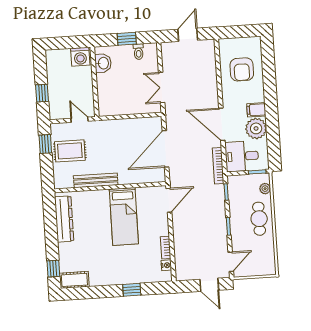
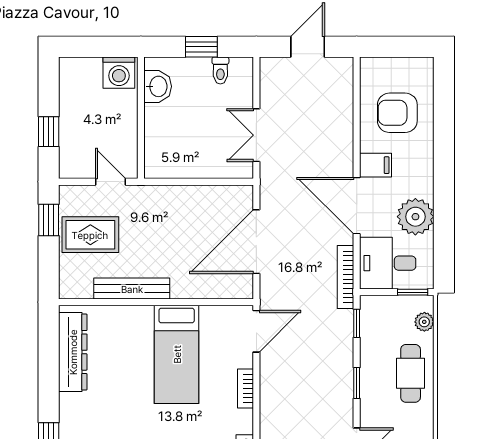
armchair: (242, 69) -> (397, 113), turned 90
filing cabinet: (256, 110) -> (376, 165), moved, turned 180
bookcase: (166, 248) -> (245, 389), moved

